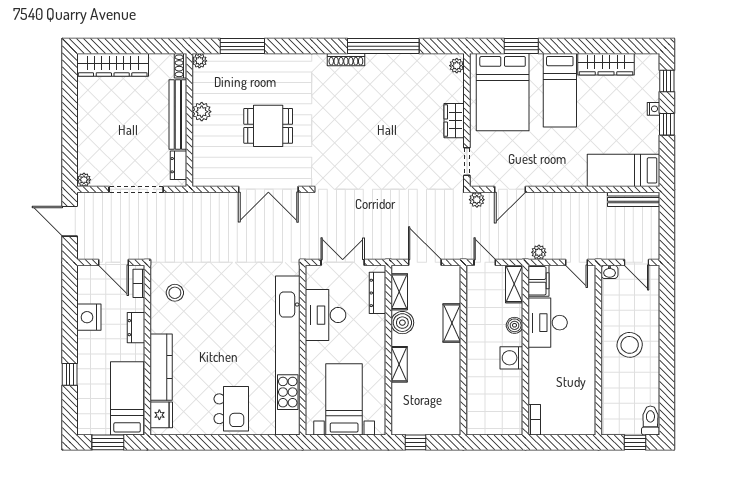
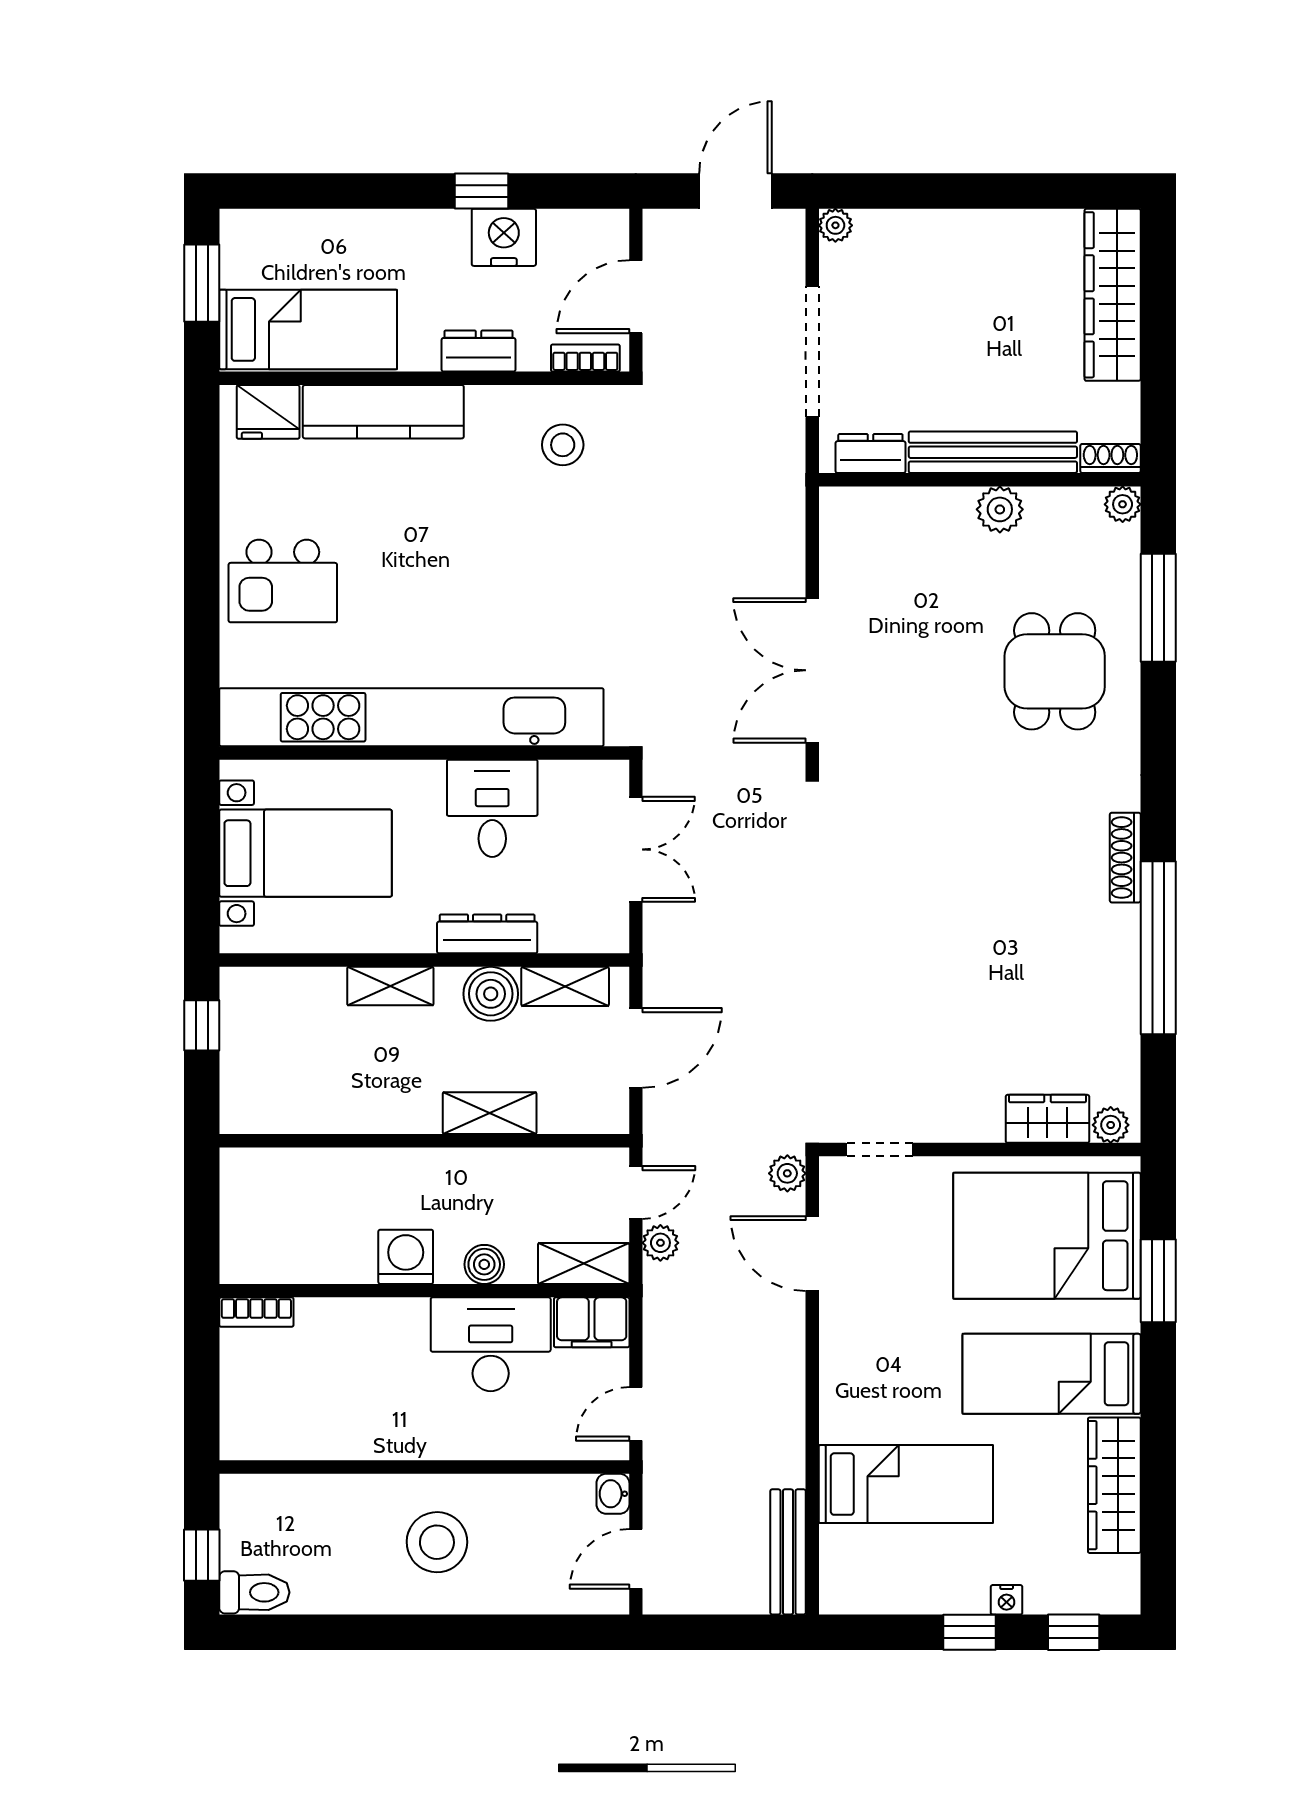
wardrobe: (454, 121) -> (1047, 1119), moved
dining table: (268, 126) -> (1055, 671), moved
bed: (624, 170) -> (906, 1484), moved, turned 90
plant: (539, 252) -> (660, 1243), moved
dresser: (378, 293) -> (487, 934), moved
desk: (325, 315) -> (492, 808), width x0.73
window: (70, 374) -> (481, 191), moved

